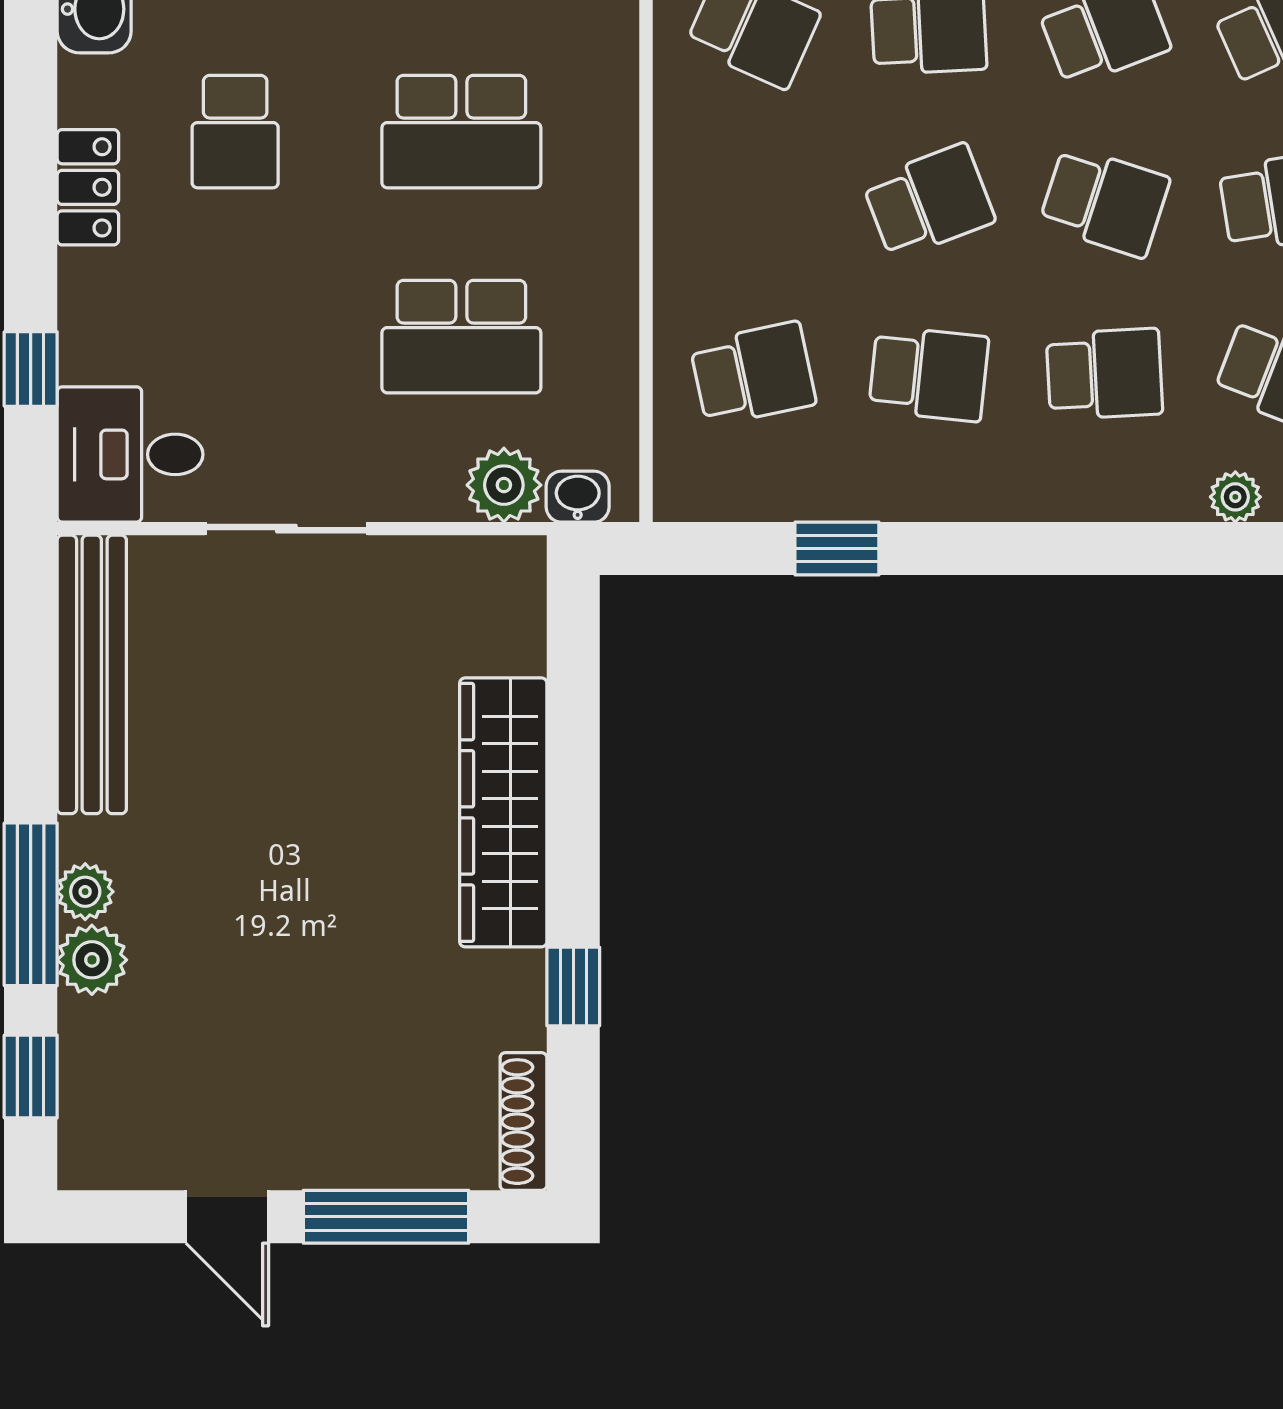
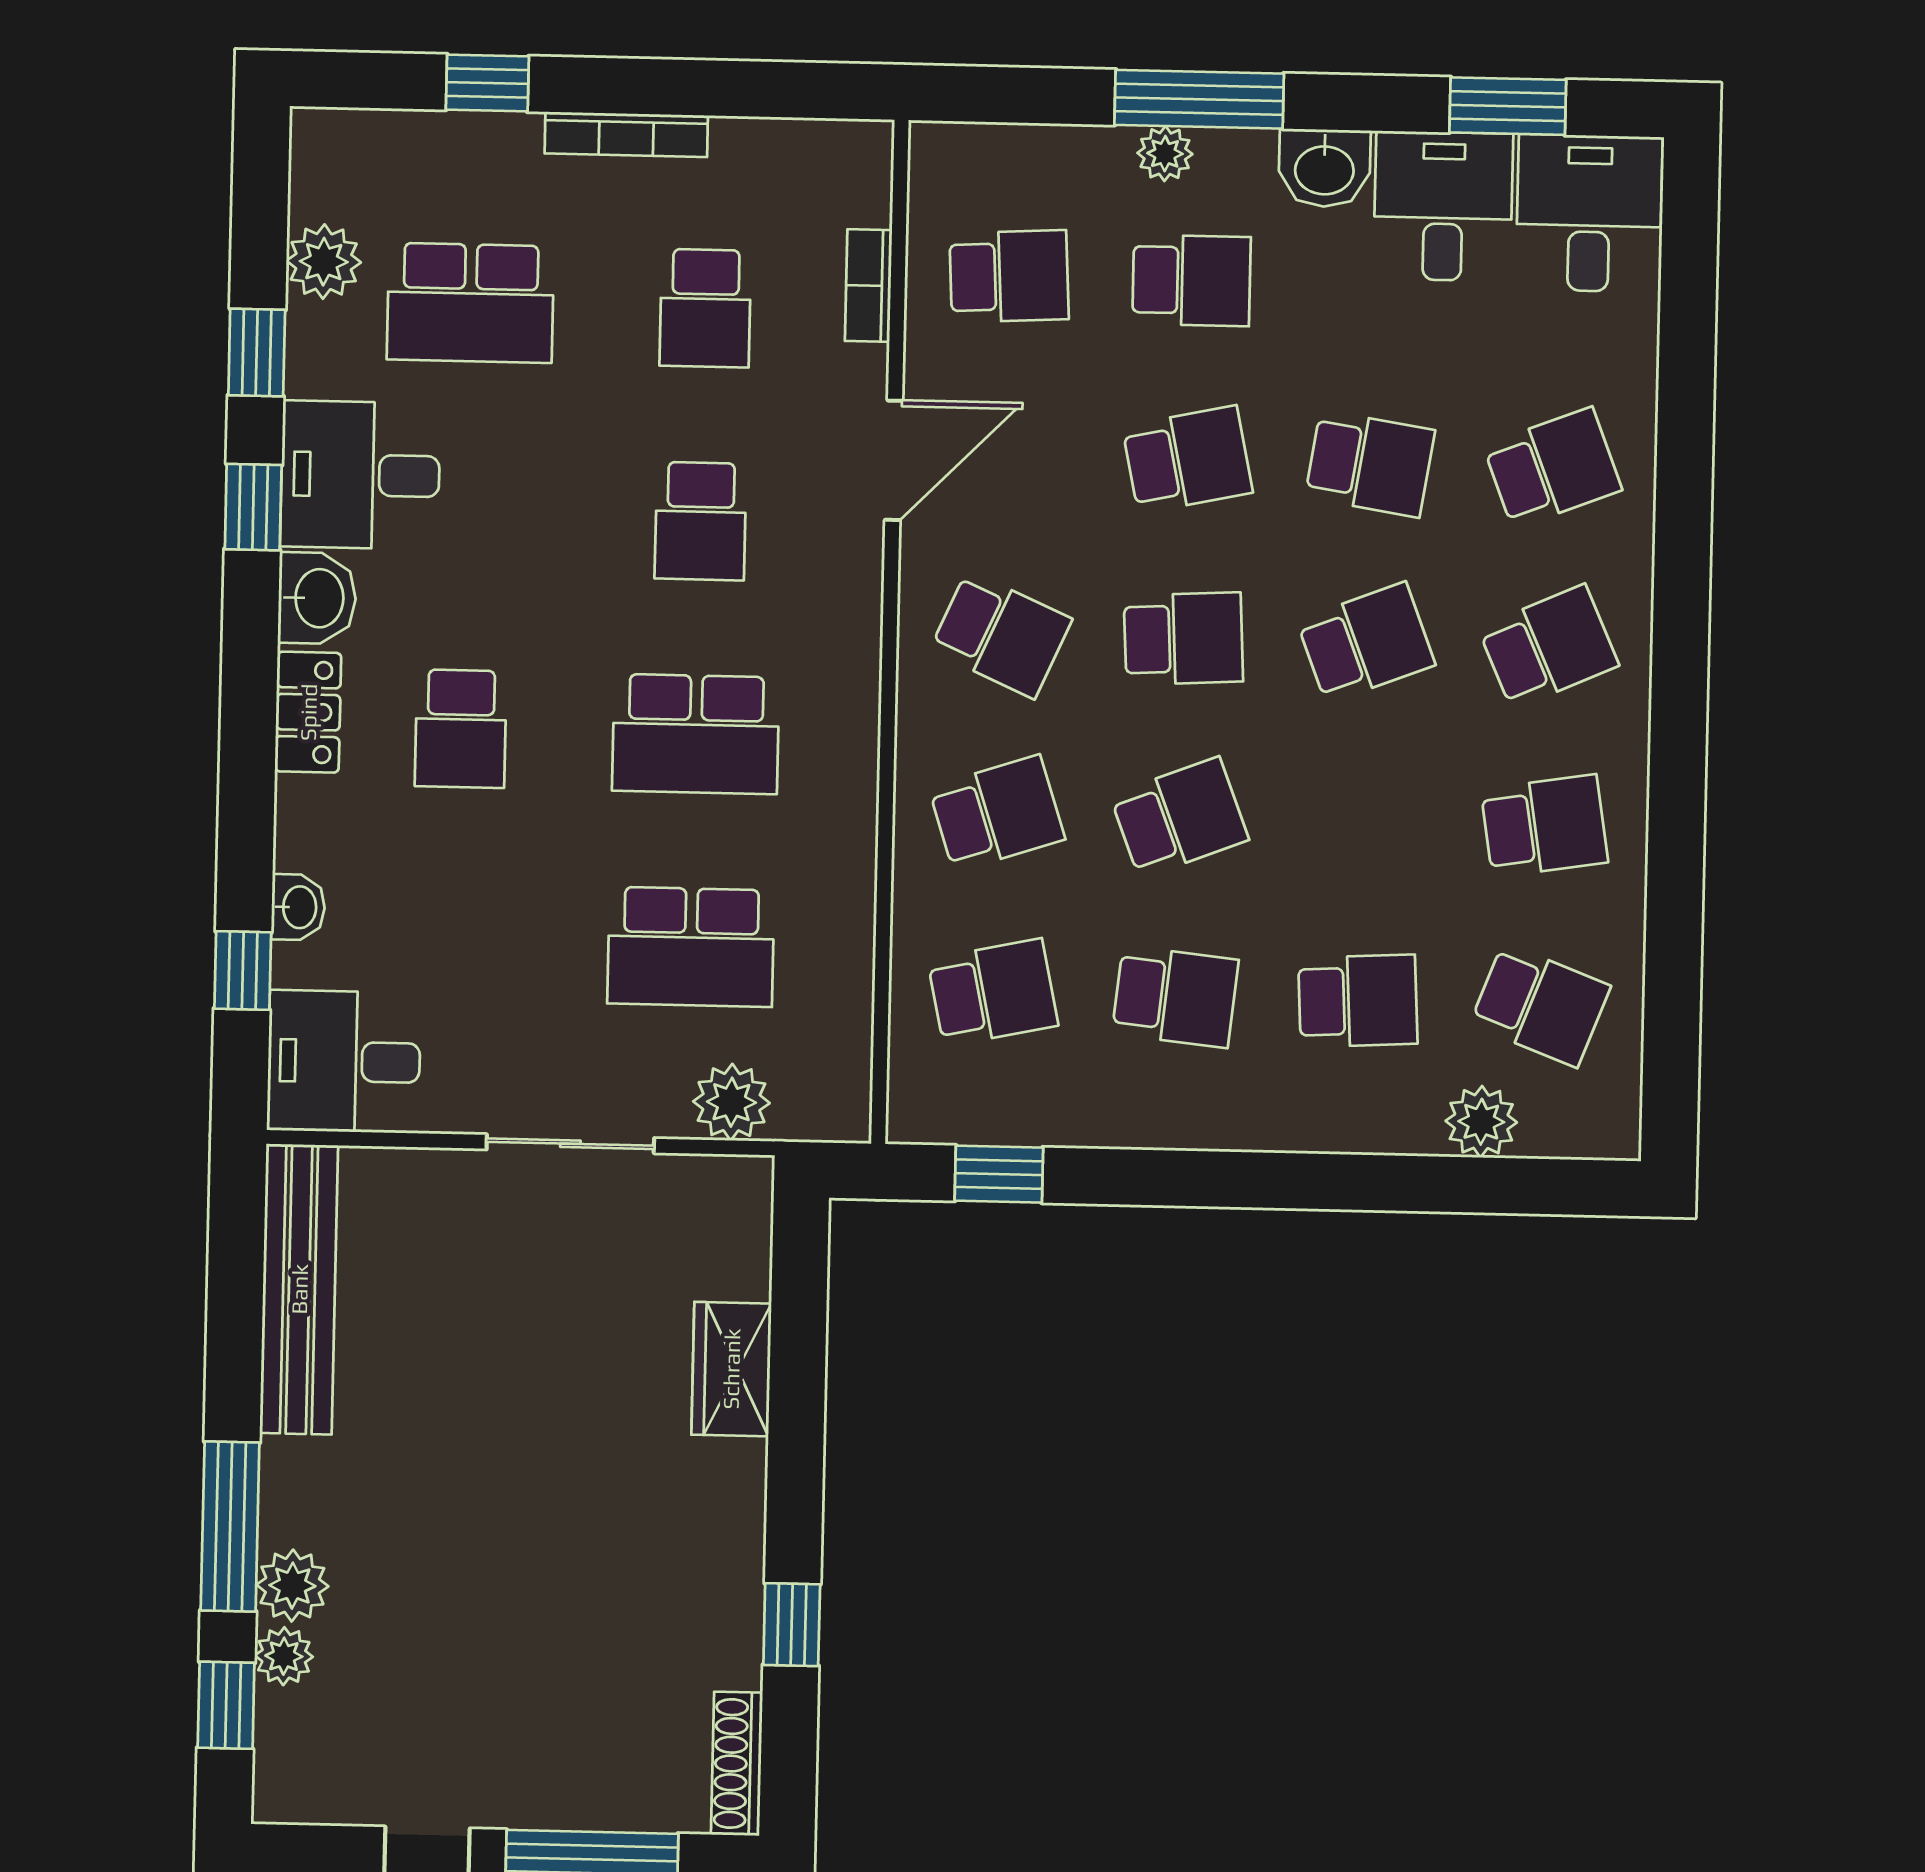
locker: (88, 187) -> (308, 712), moved
school desk: (1104, 201) -> (997, 813), moved, turned -36
washbasin: (578, 497) -> (298, 907), moved, turned 90
plant: (1235, 497) -> (1481, 1122), width x1.38, depth x1.38
sliding door: (286, 529) -> (570, 1144), moved
window: (837, 548) -> (999, 1174), moved
wardrobe: (503, 812) -> (731, 1369), width x0.48, depth x0.85
plant: (85, 892) -> (284, 1656), moved

